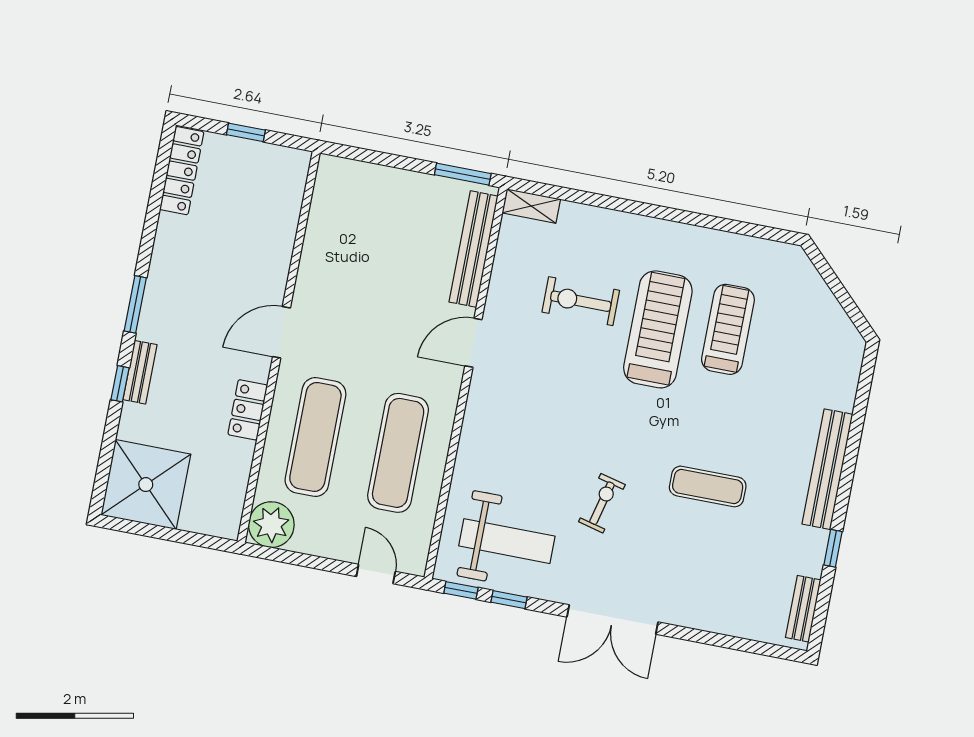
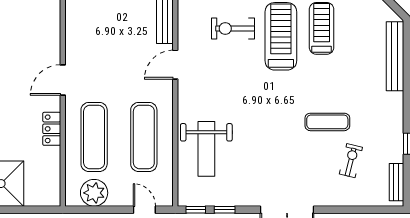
bench: (827, 469) -> (395, 56), moved
exercise bike: (602, 503) -> (351, 161), moved
plant: (271, 525) -> (94, 193), moved
weight bench: (507, 541) -> (206, 149), moved, turned 90

